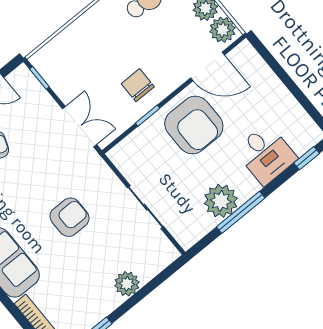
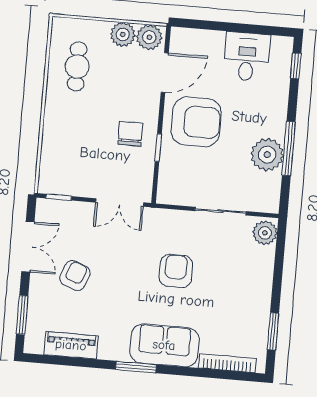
chair: (138, 85) -> (130, 134), turned 90
double door: (79, 127) -> (120, 202), swing flipped
desk: (266, 154) -> (247, 57), moved, turned -90
plant: (127, 284) -> (265, 233), moved

